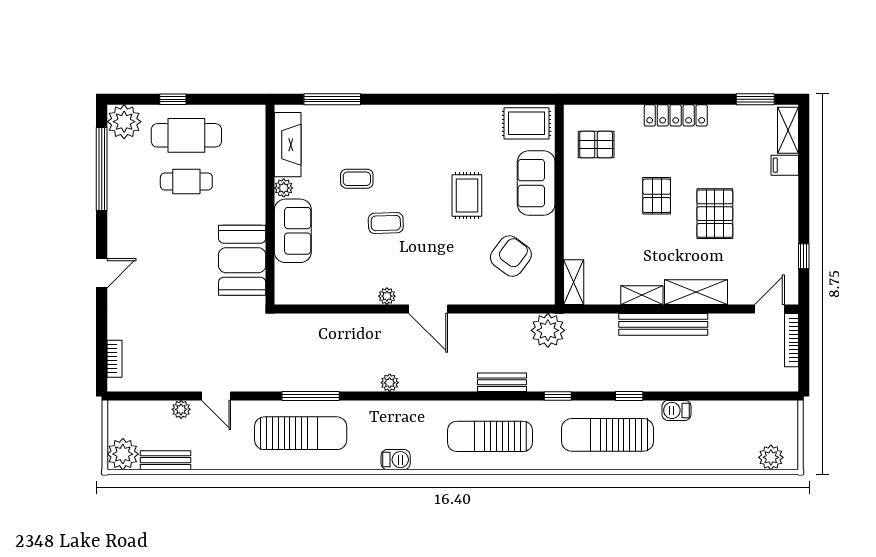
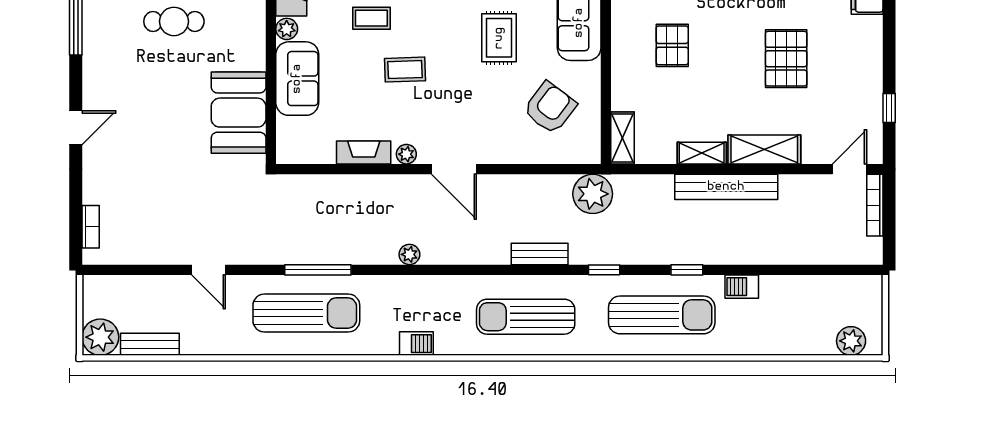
pallet: (657, 196) -> (672, 45), moved
fireplace: (350, 295) -> (364, 153), added
plant: (181, 409) -> (168, 285), removed
sun lounger: (607, 435) -> (662, 315), turned 180

